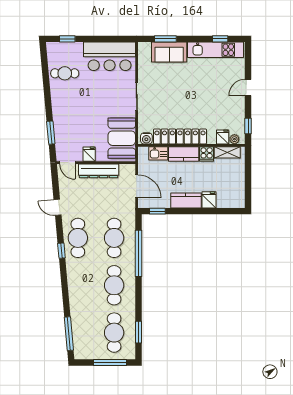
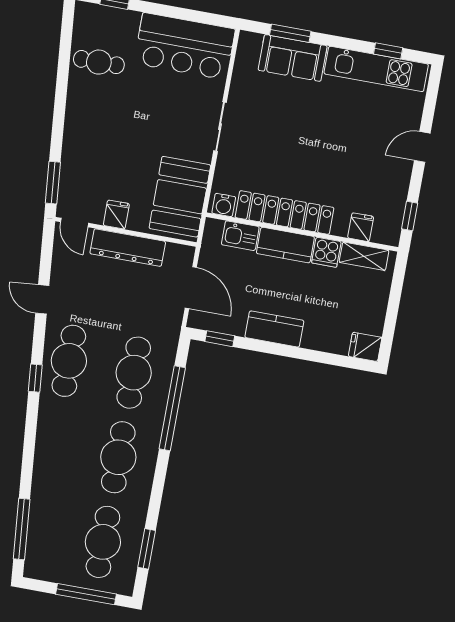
window: (51, 133) -> (53, 183), moved
plant: (234, 139) -> (381, 235), removed
fridge: (209, 200) -> (365, 347), moved, turned -90

